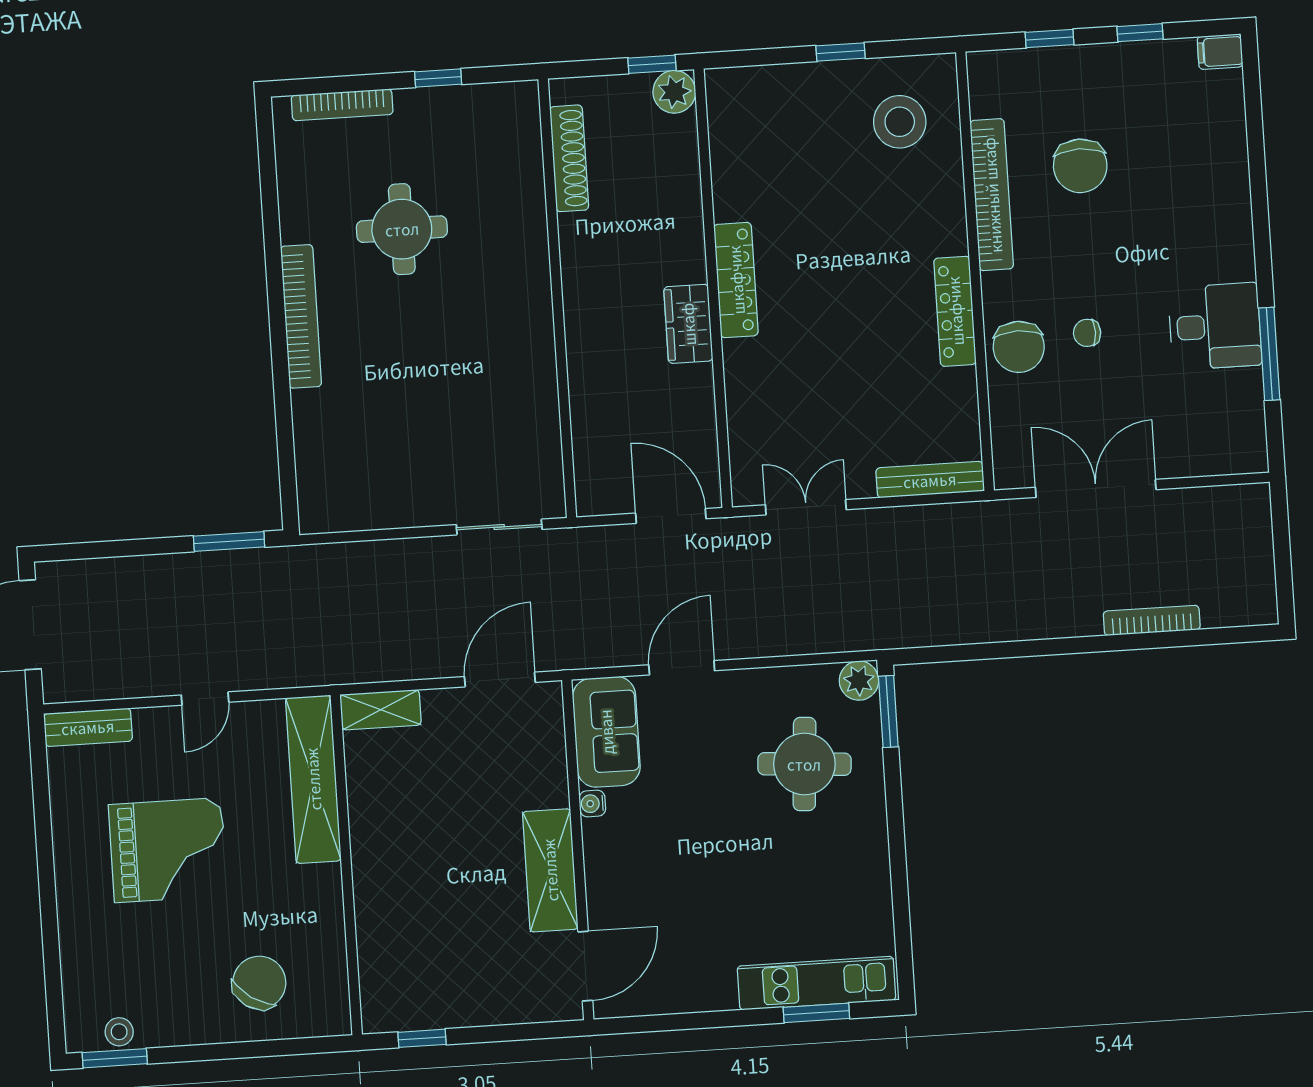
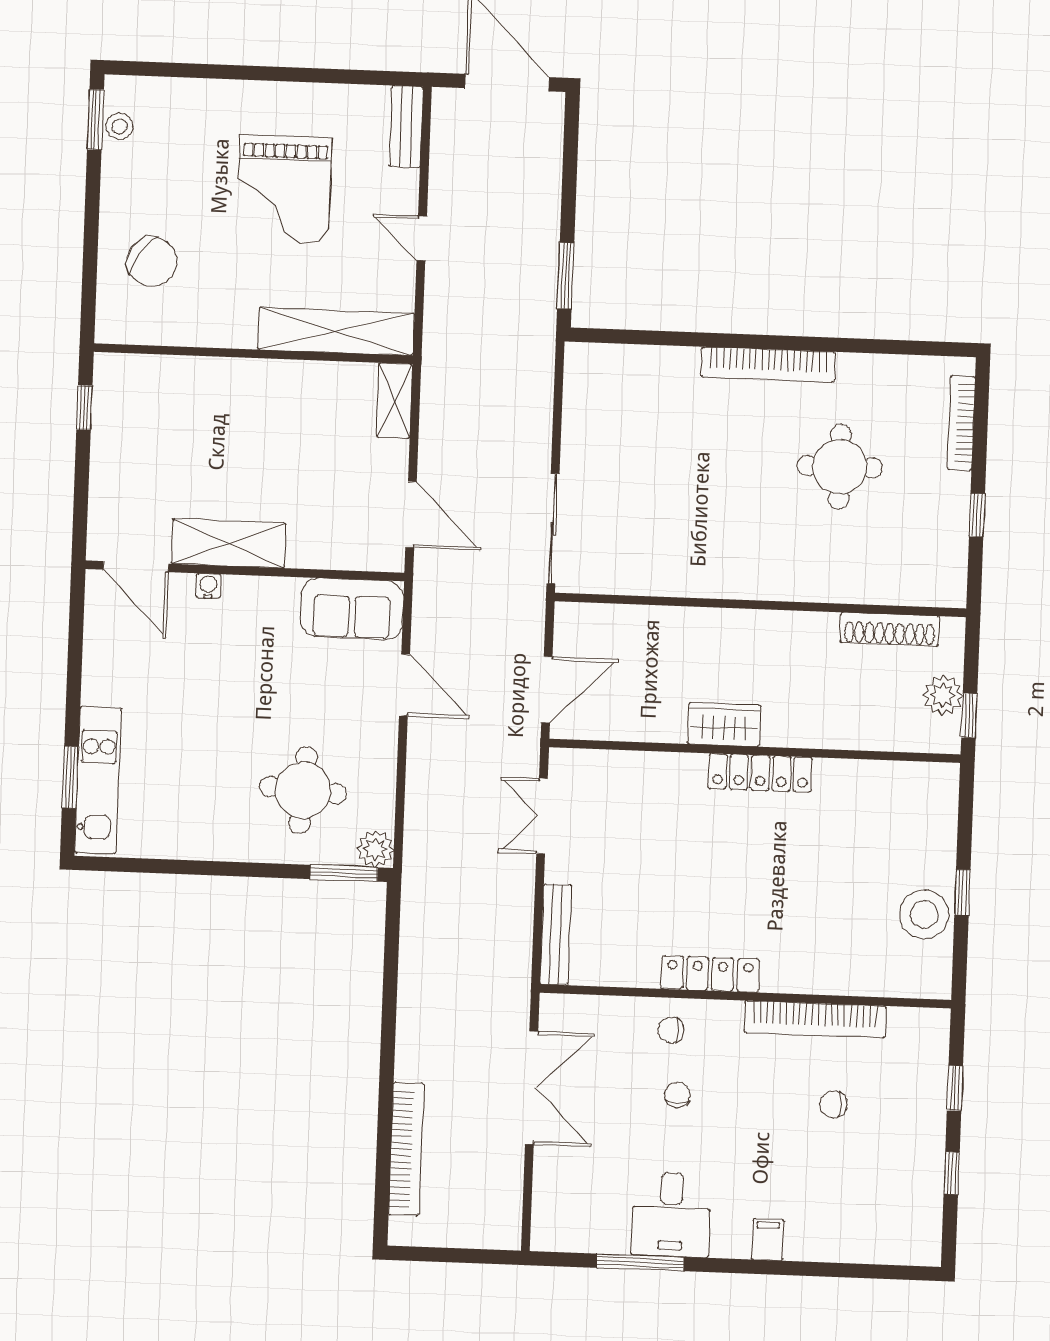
filing cabinet: (1220, 52) -> (768, 1240), moved
plant: (674, 92) -> (943, 695), moved
stool: (900, 122) -> (924, 914), moved
chair: (1080, 166) -> (833, 1104), width x0.54, depth x0.54
chair: (1019, 347) -> (671, 1030), width x0.54, depth x0.54
double door: (806, 507) -> (542, 816), swing flipped
sliding door: (499, 527) -> (553, 529), width x1.37
bookcase: (1152, 620) -> (406, 1149), width x1.48, depth x1.31
water cooler: (592, 804) -> (208, 586), moved

